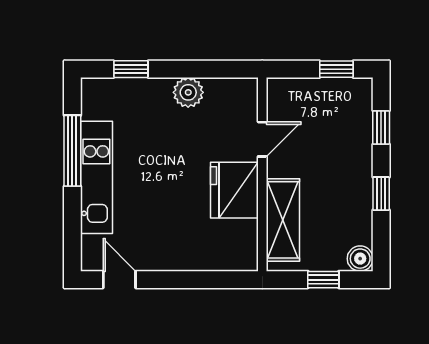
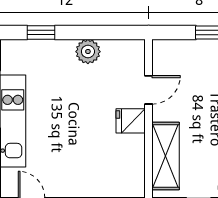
fridge: (234, 190) -> (131, 121), width x0.53, depth x0.75

